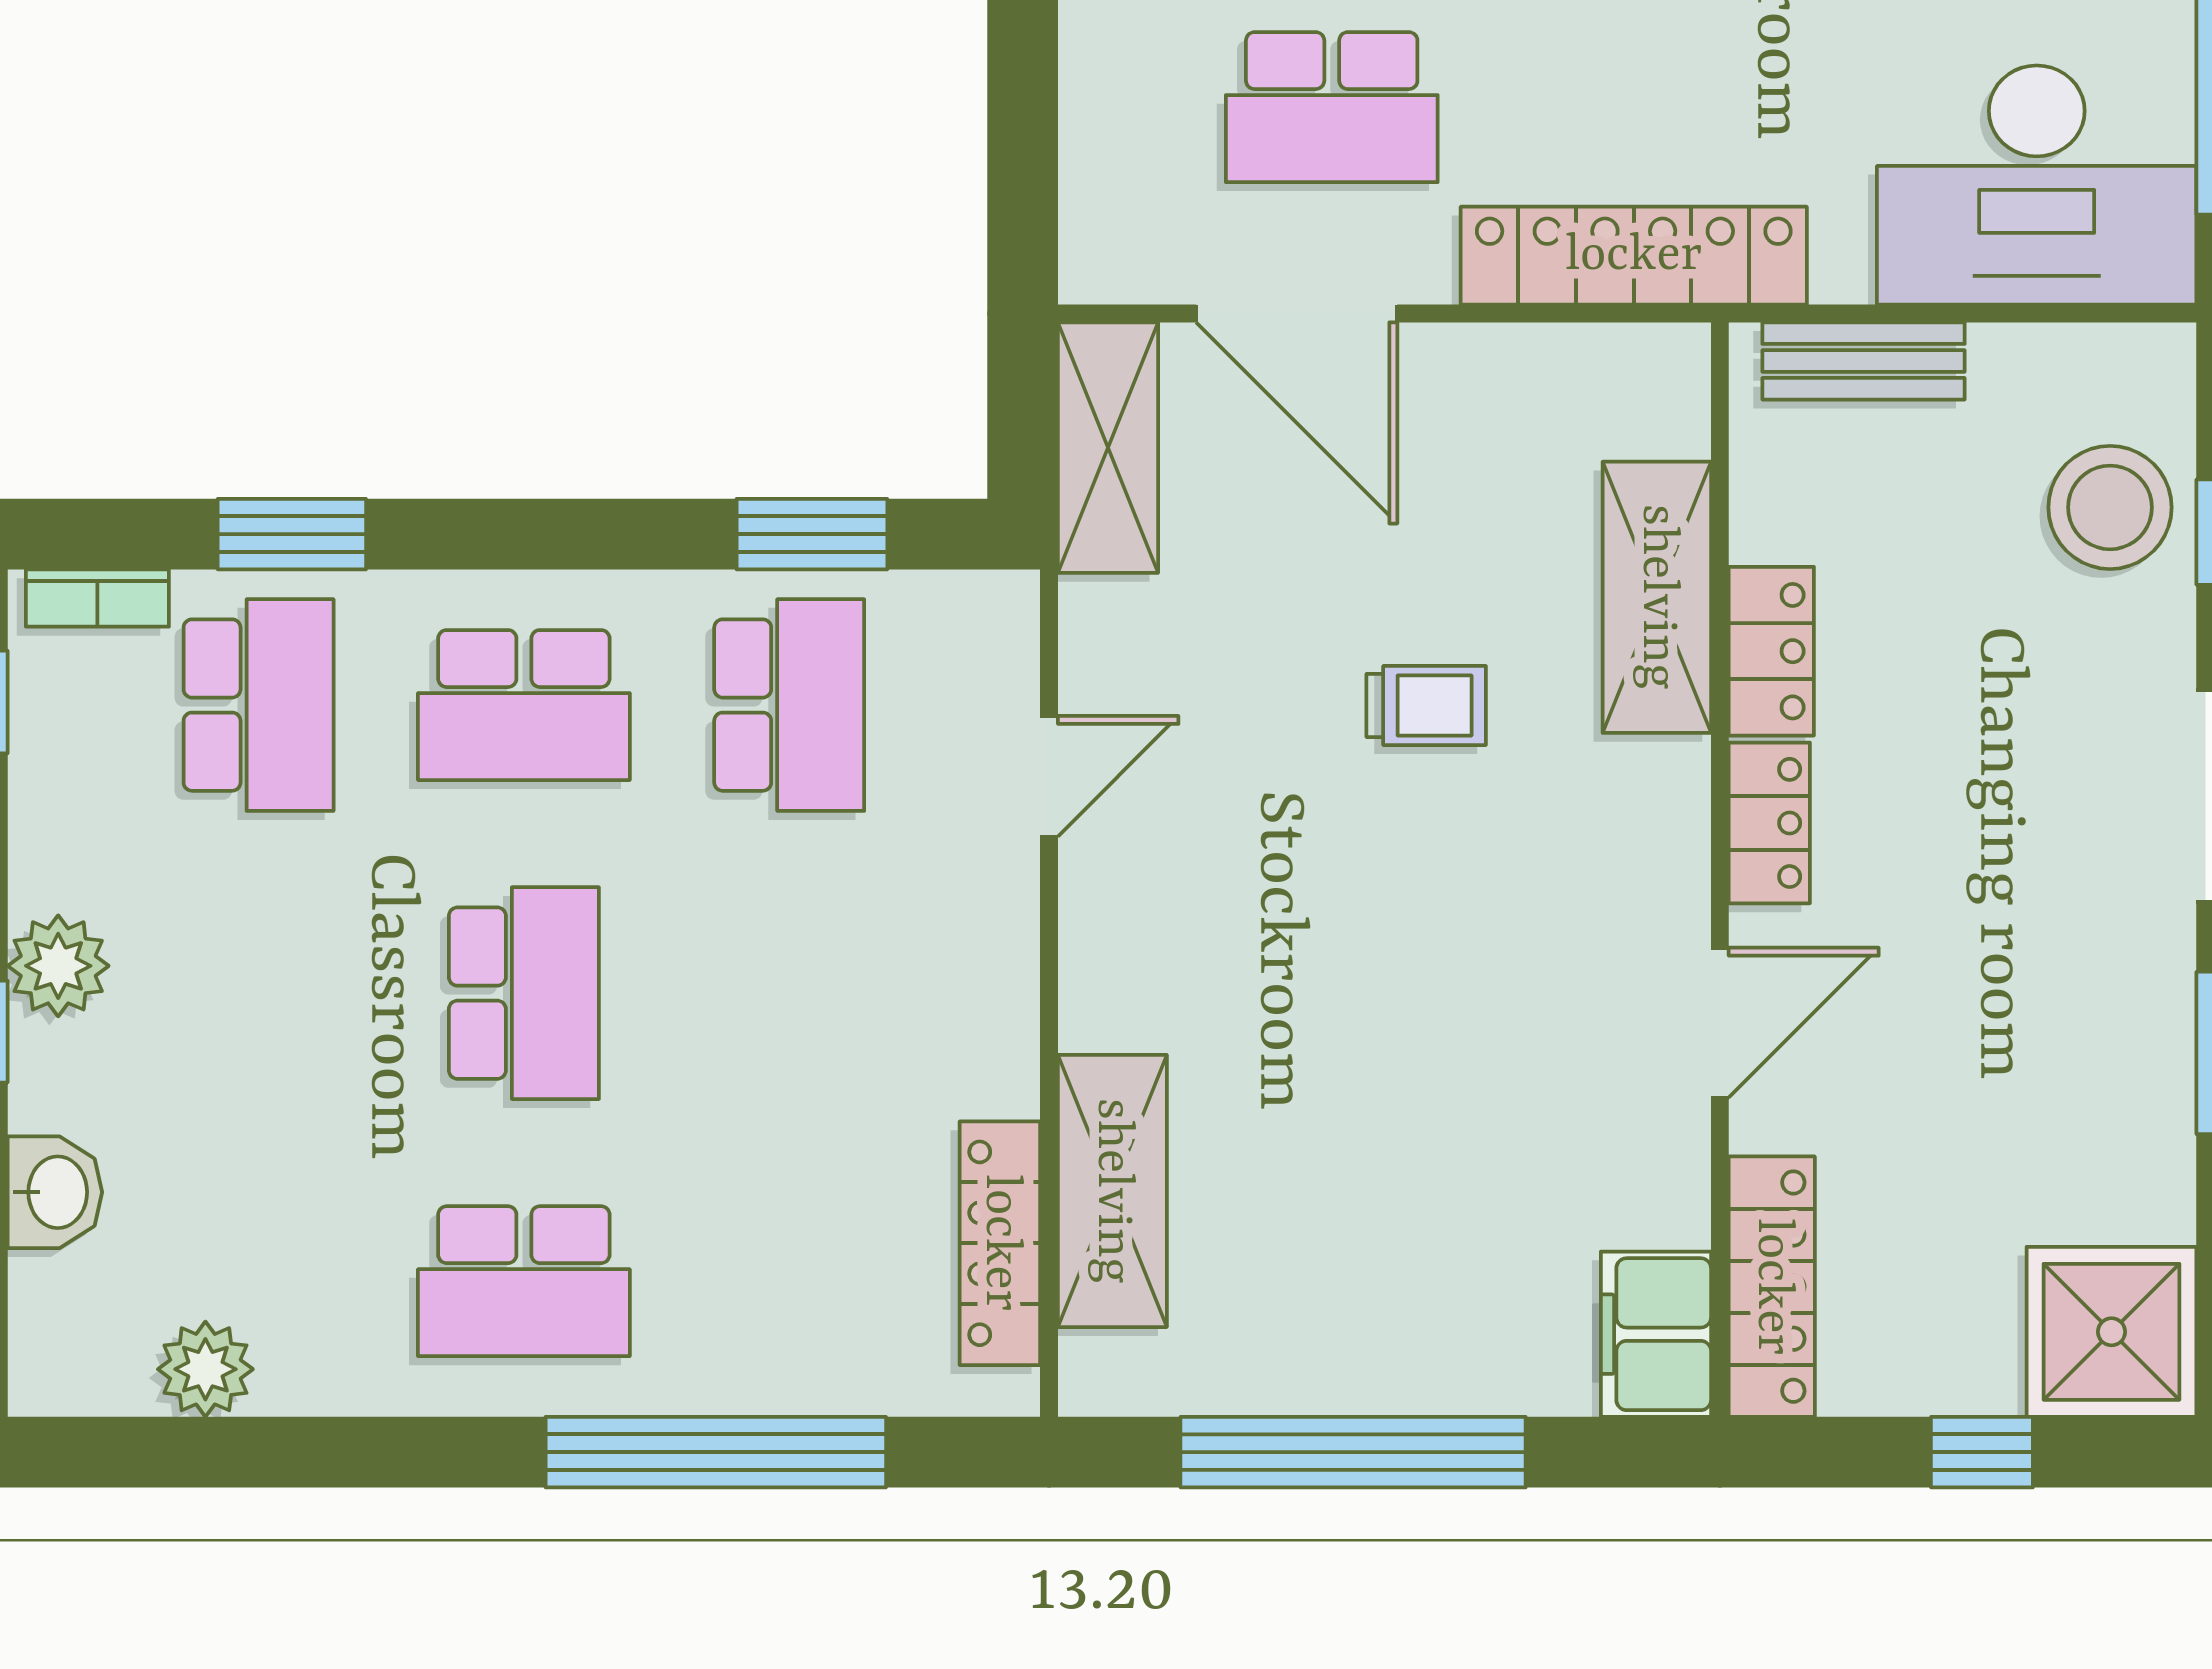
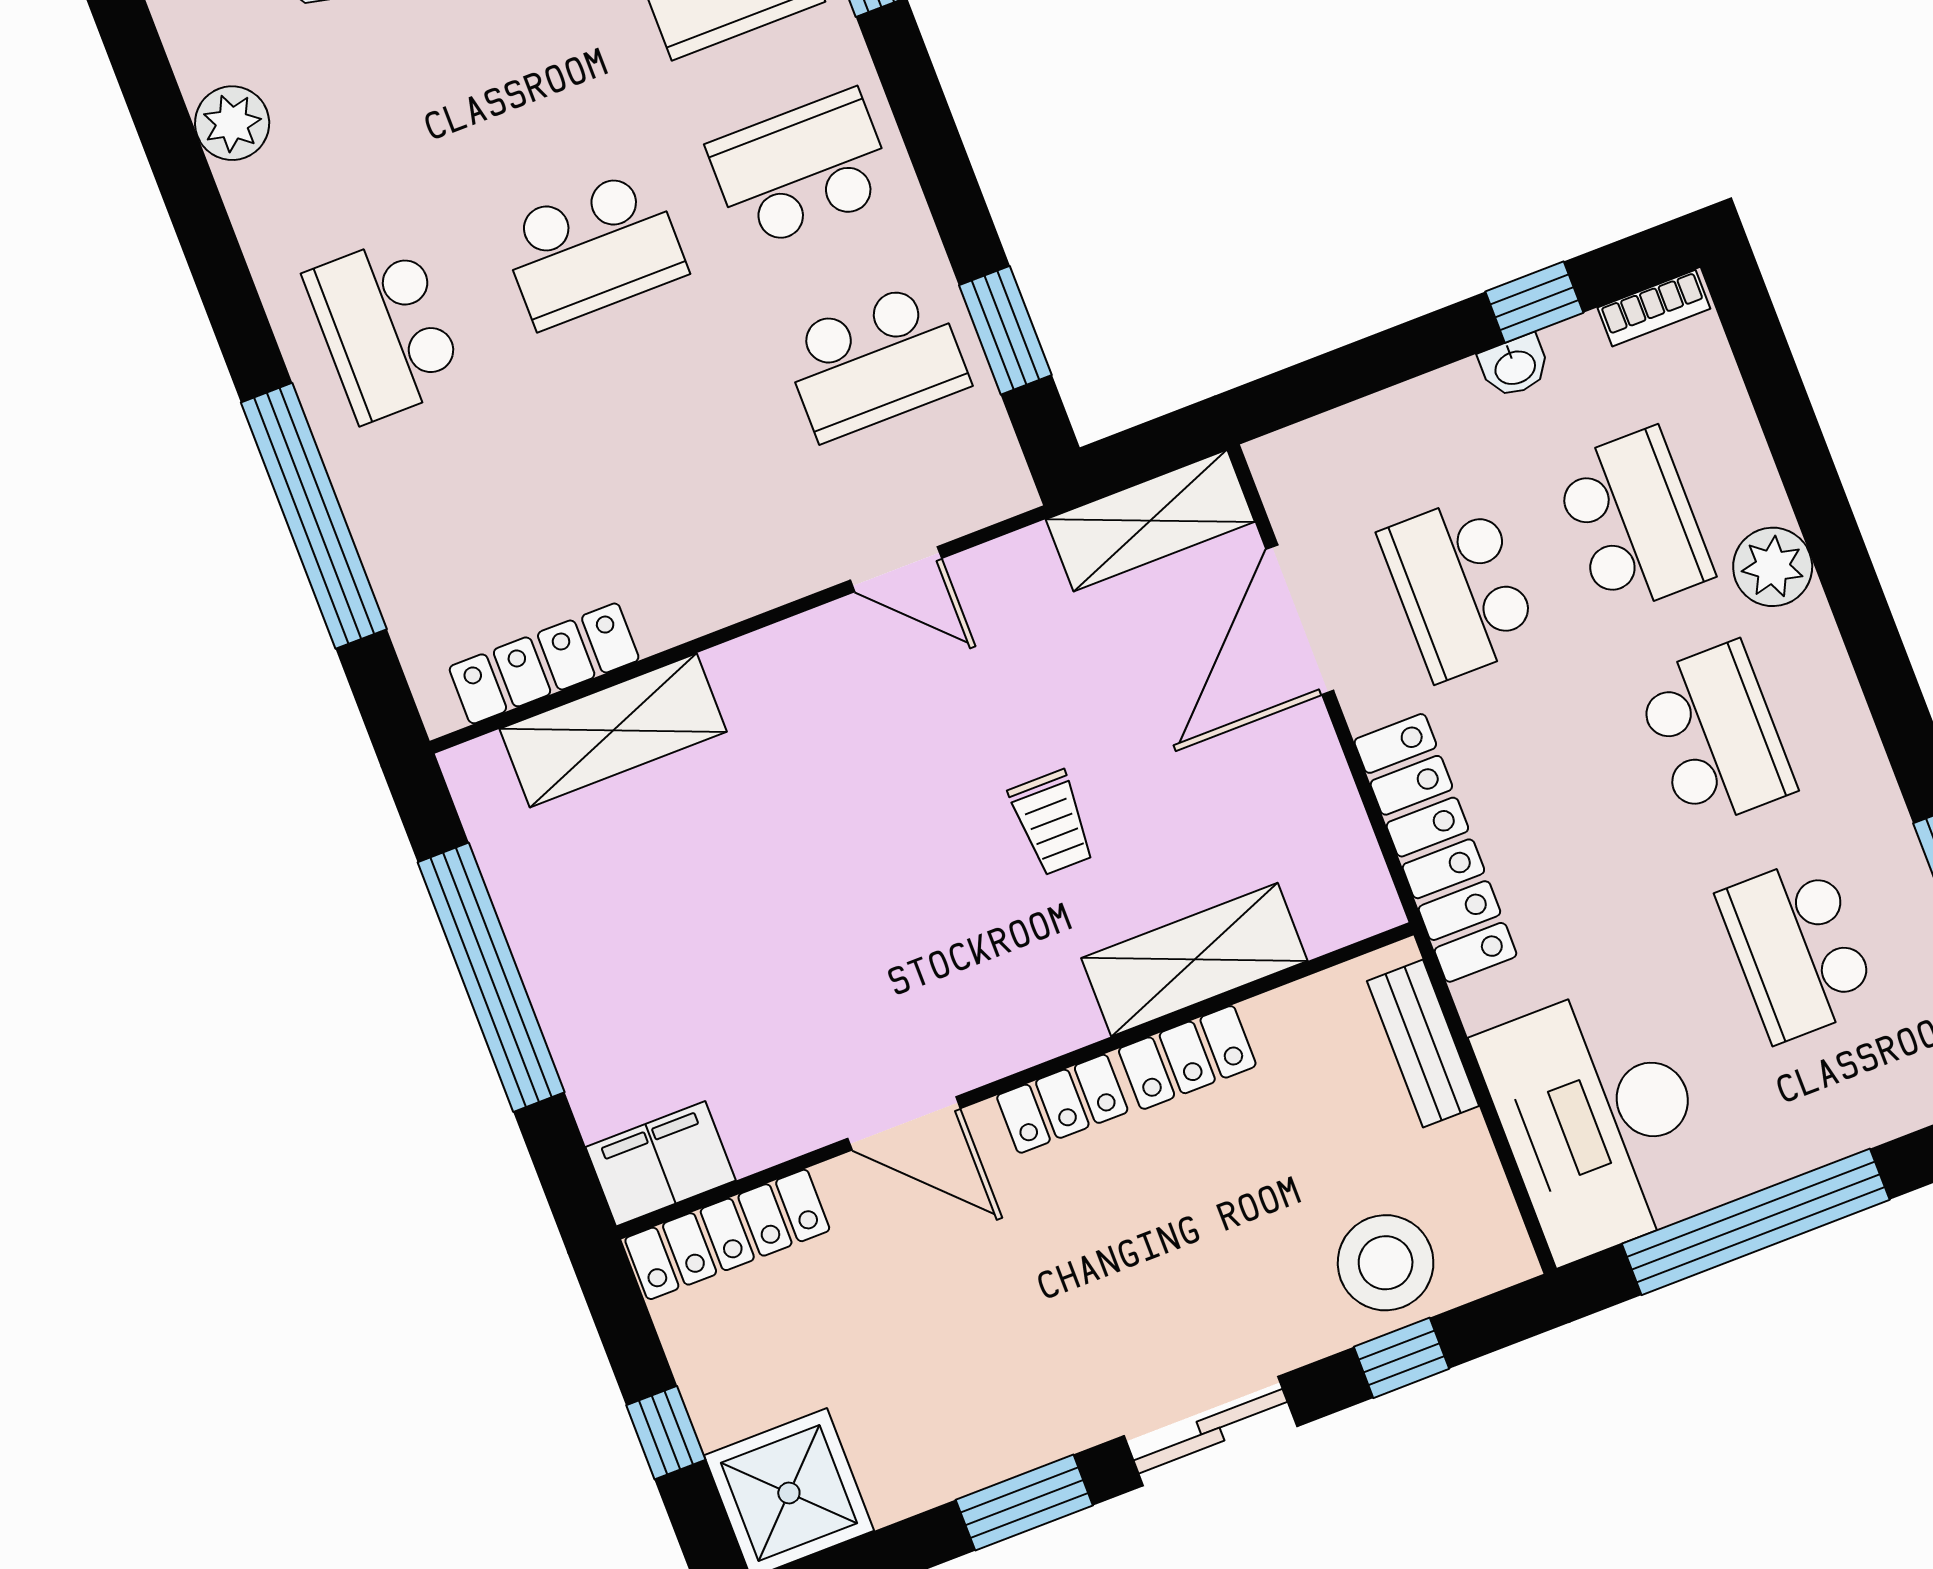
school desk: (524, 705) -> (801, 169), turned 90

